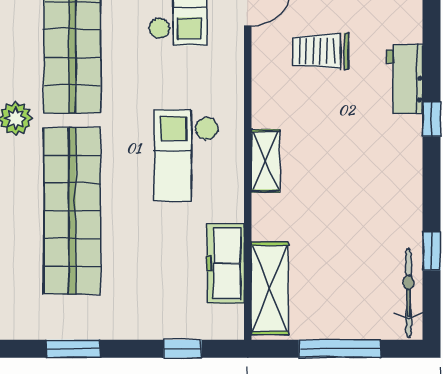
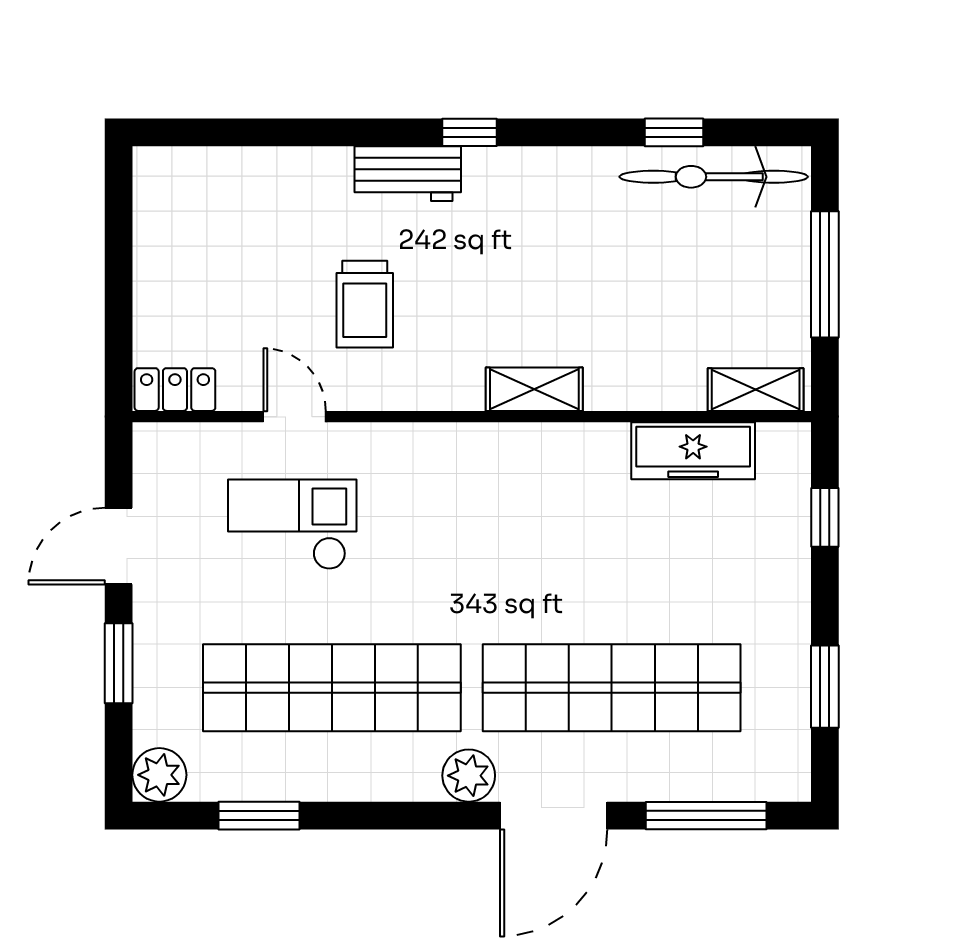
checkout: (186, 155) -> (526, 512), removed
shelving: (270, 288) -> (756, 390), width x0.67, depth x0.75
bicycle: (408, 293) -> (714, 177), width x1.37, depth x1.40

